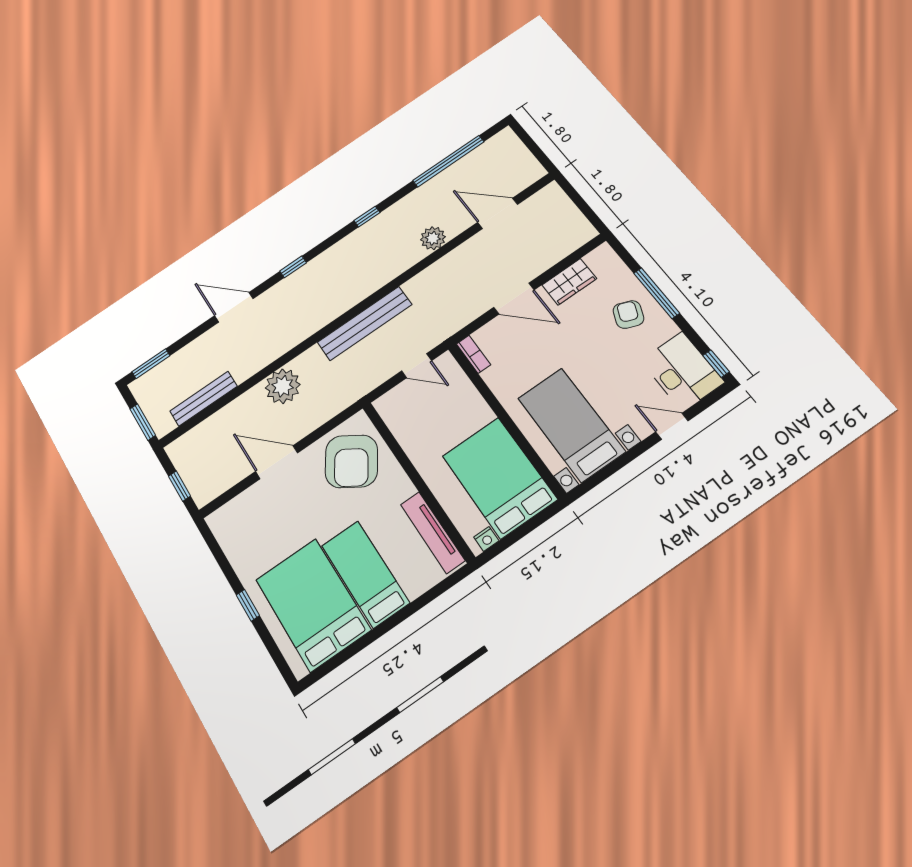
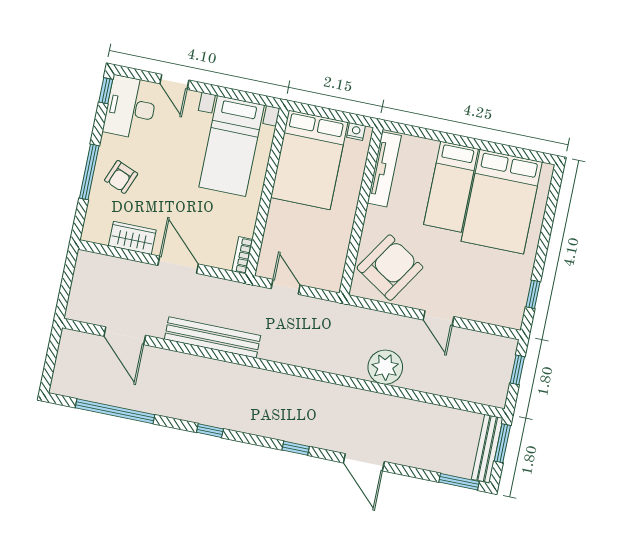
plant: (433, 238) -> (184, 365), removed
bench: (365, 323) -> (212, 337), moved
bench: (203, 399) -> (487, 449), moved, turned 90
door: (277, 462) -> (439, 318), width x0.73
window: (248, 605) -> (533, 294), moved

